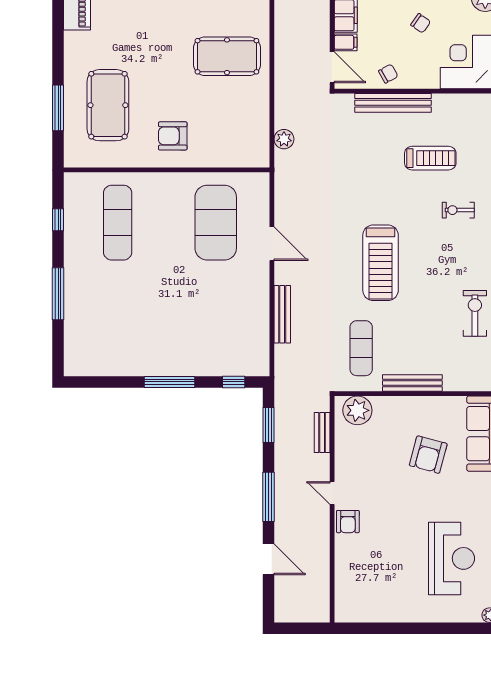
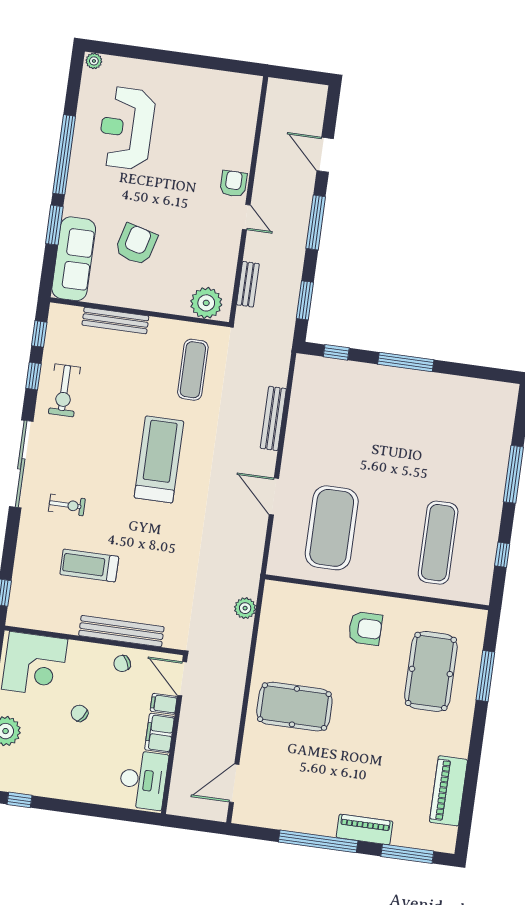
bench: (412, 383) -> (115, 321), moved

